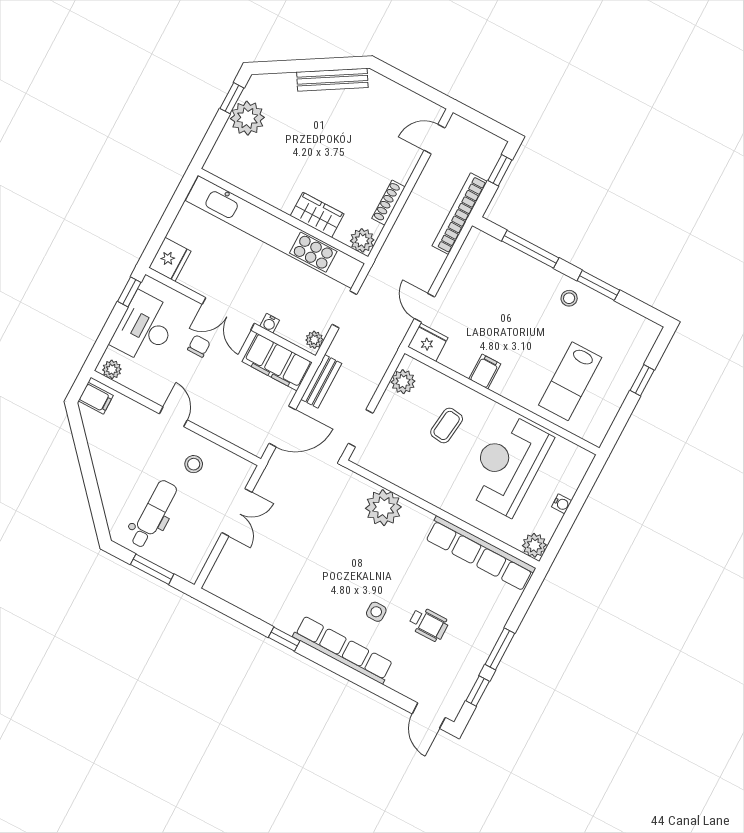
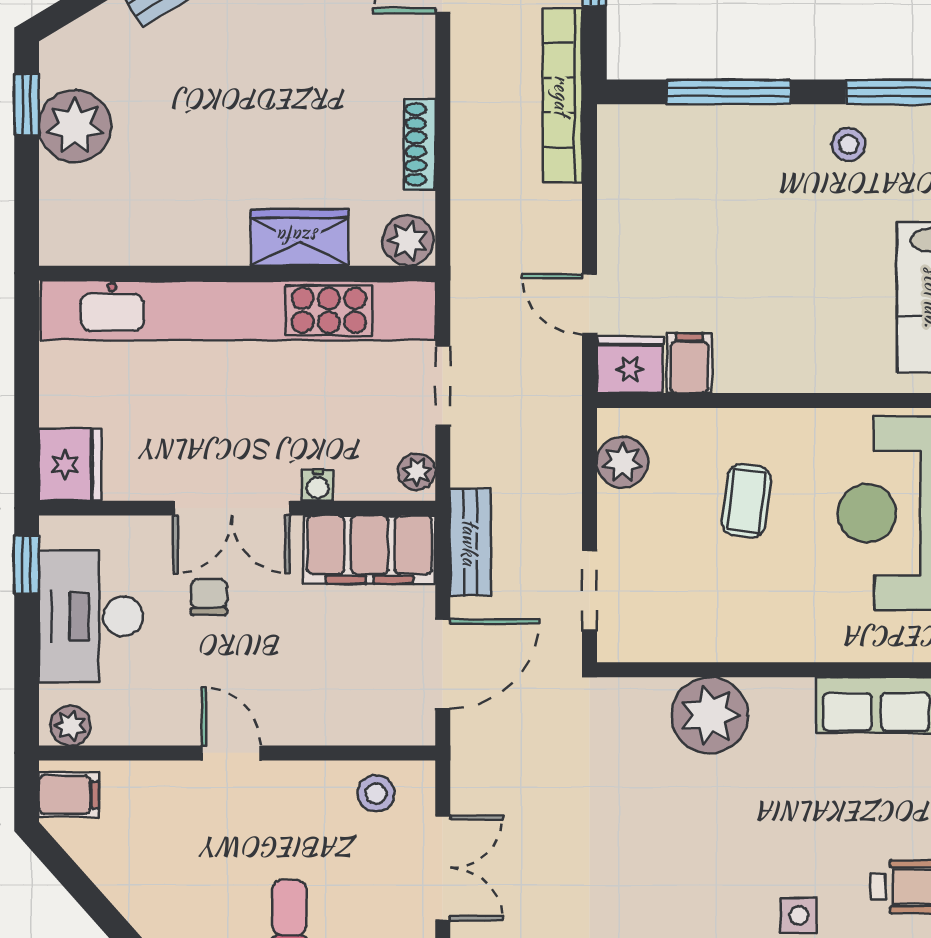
filing cabinet: (485, 371) -> (689, 363), moved
stool: (194, 464) -> (376, 794), moved

